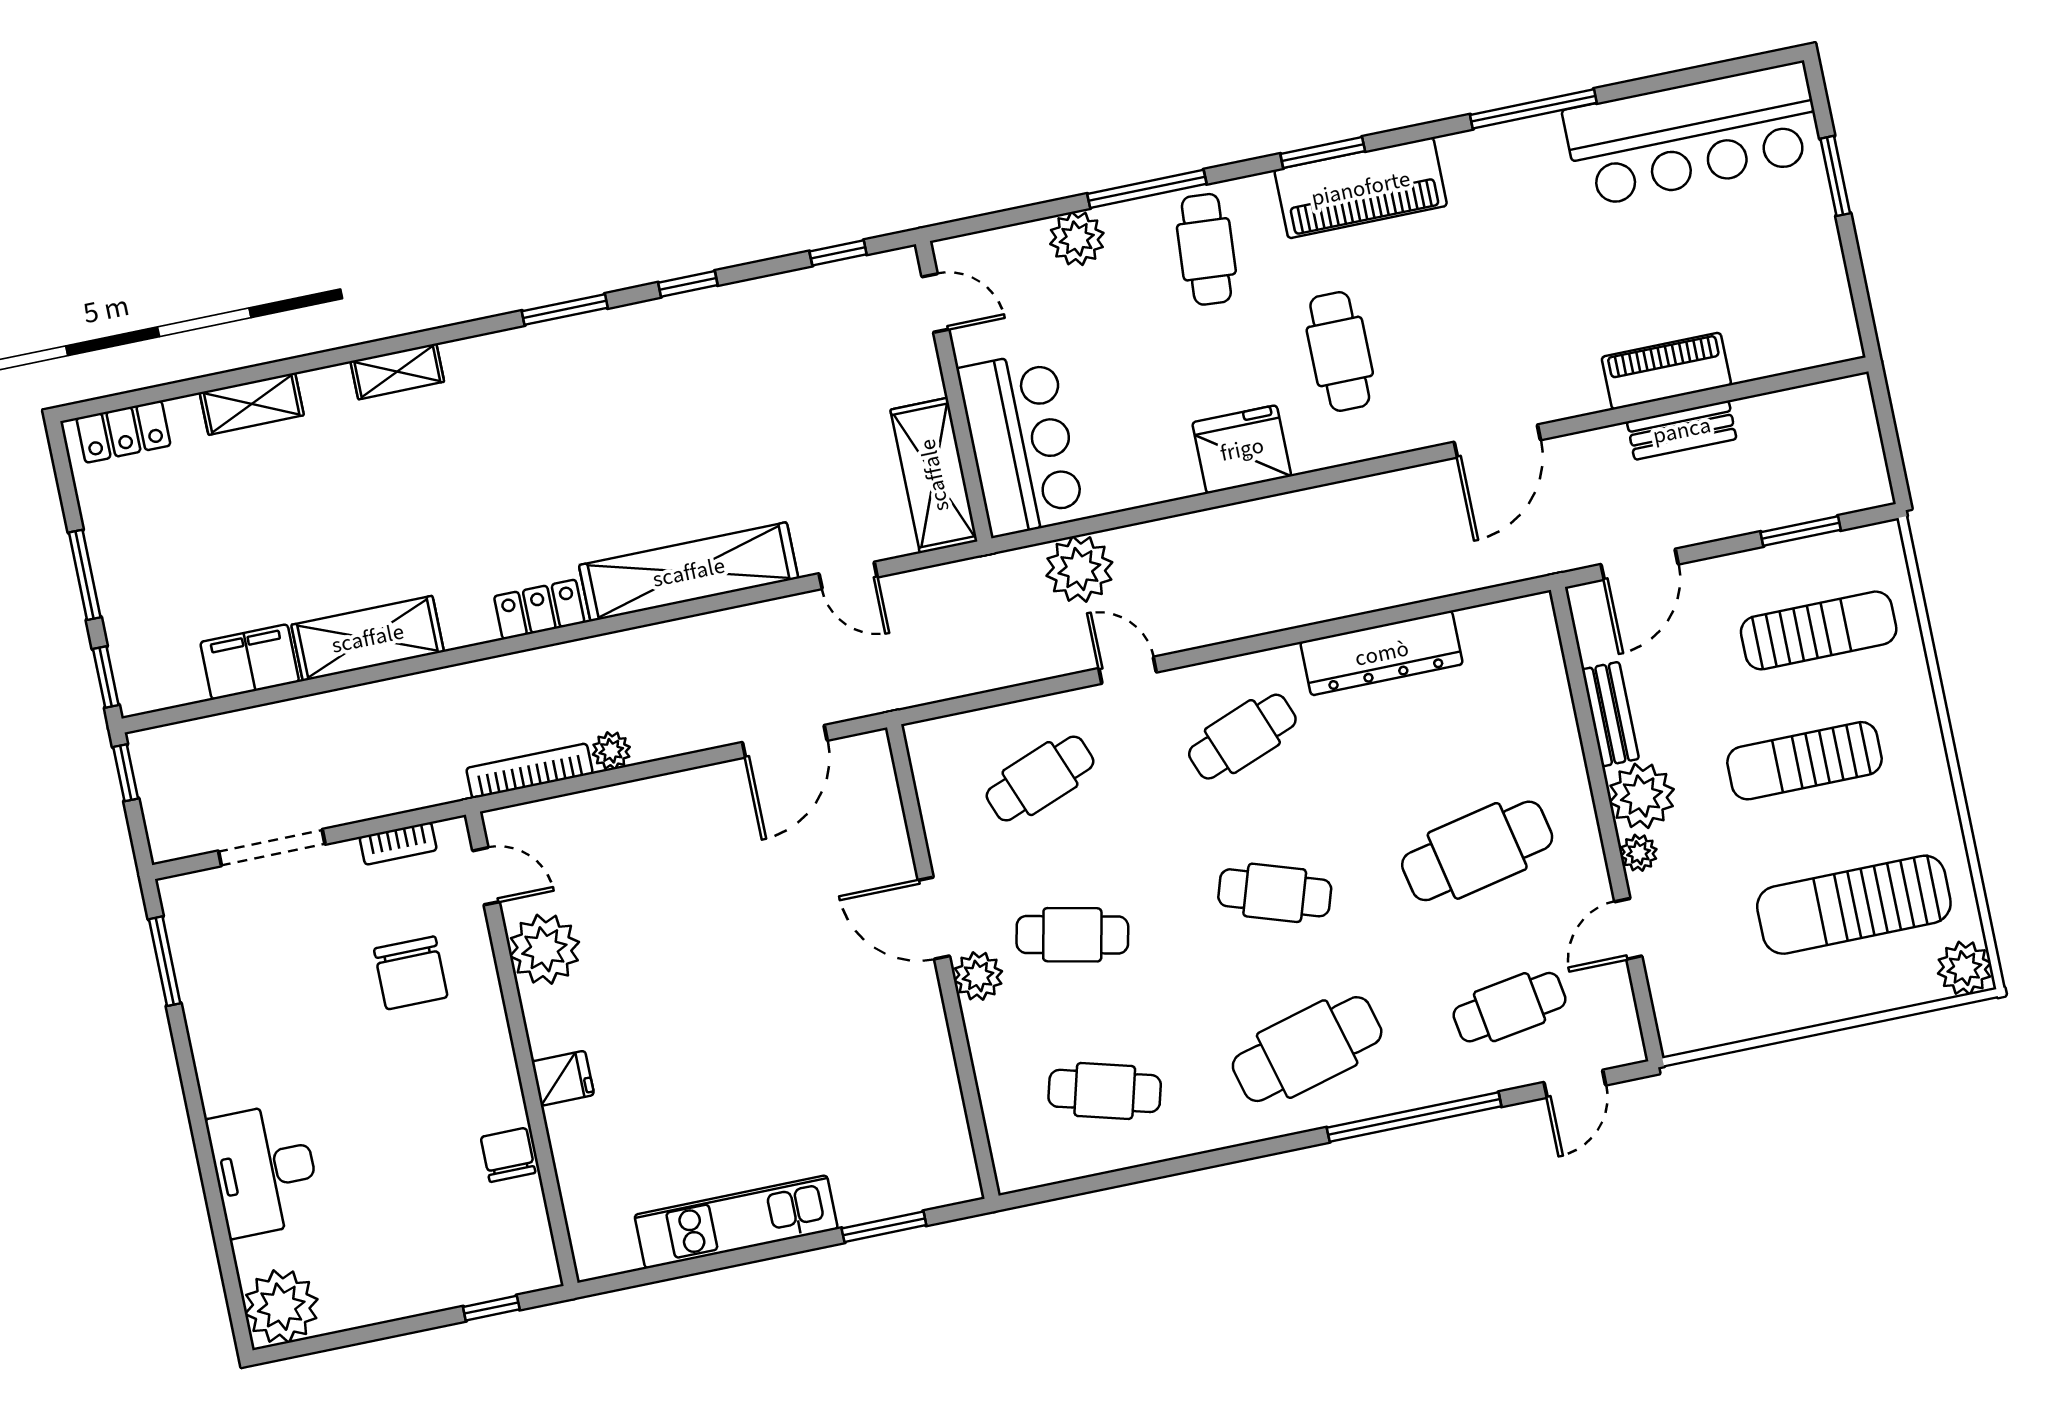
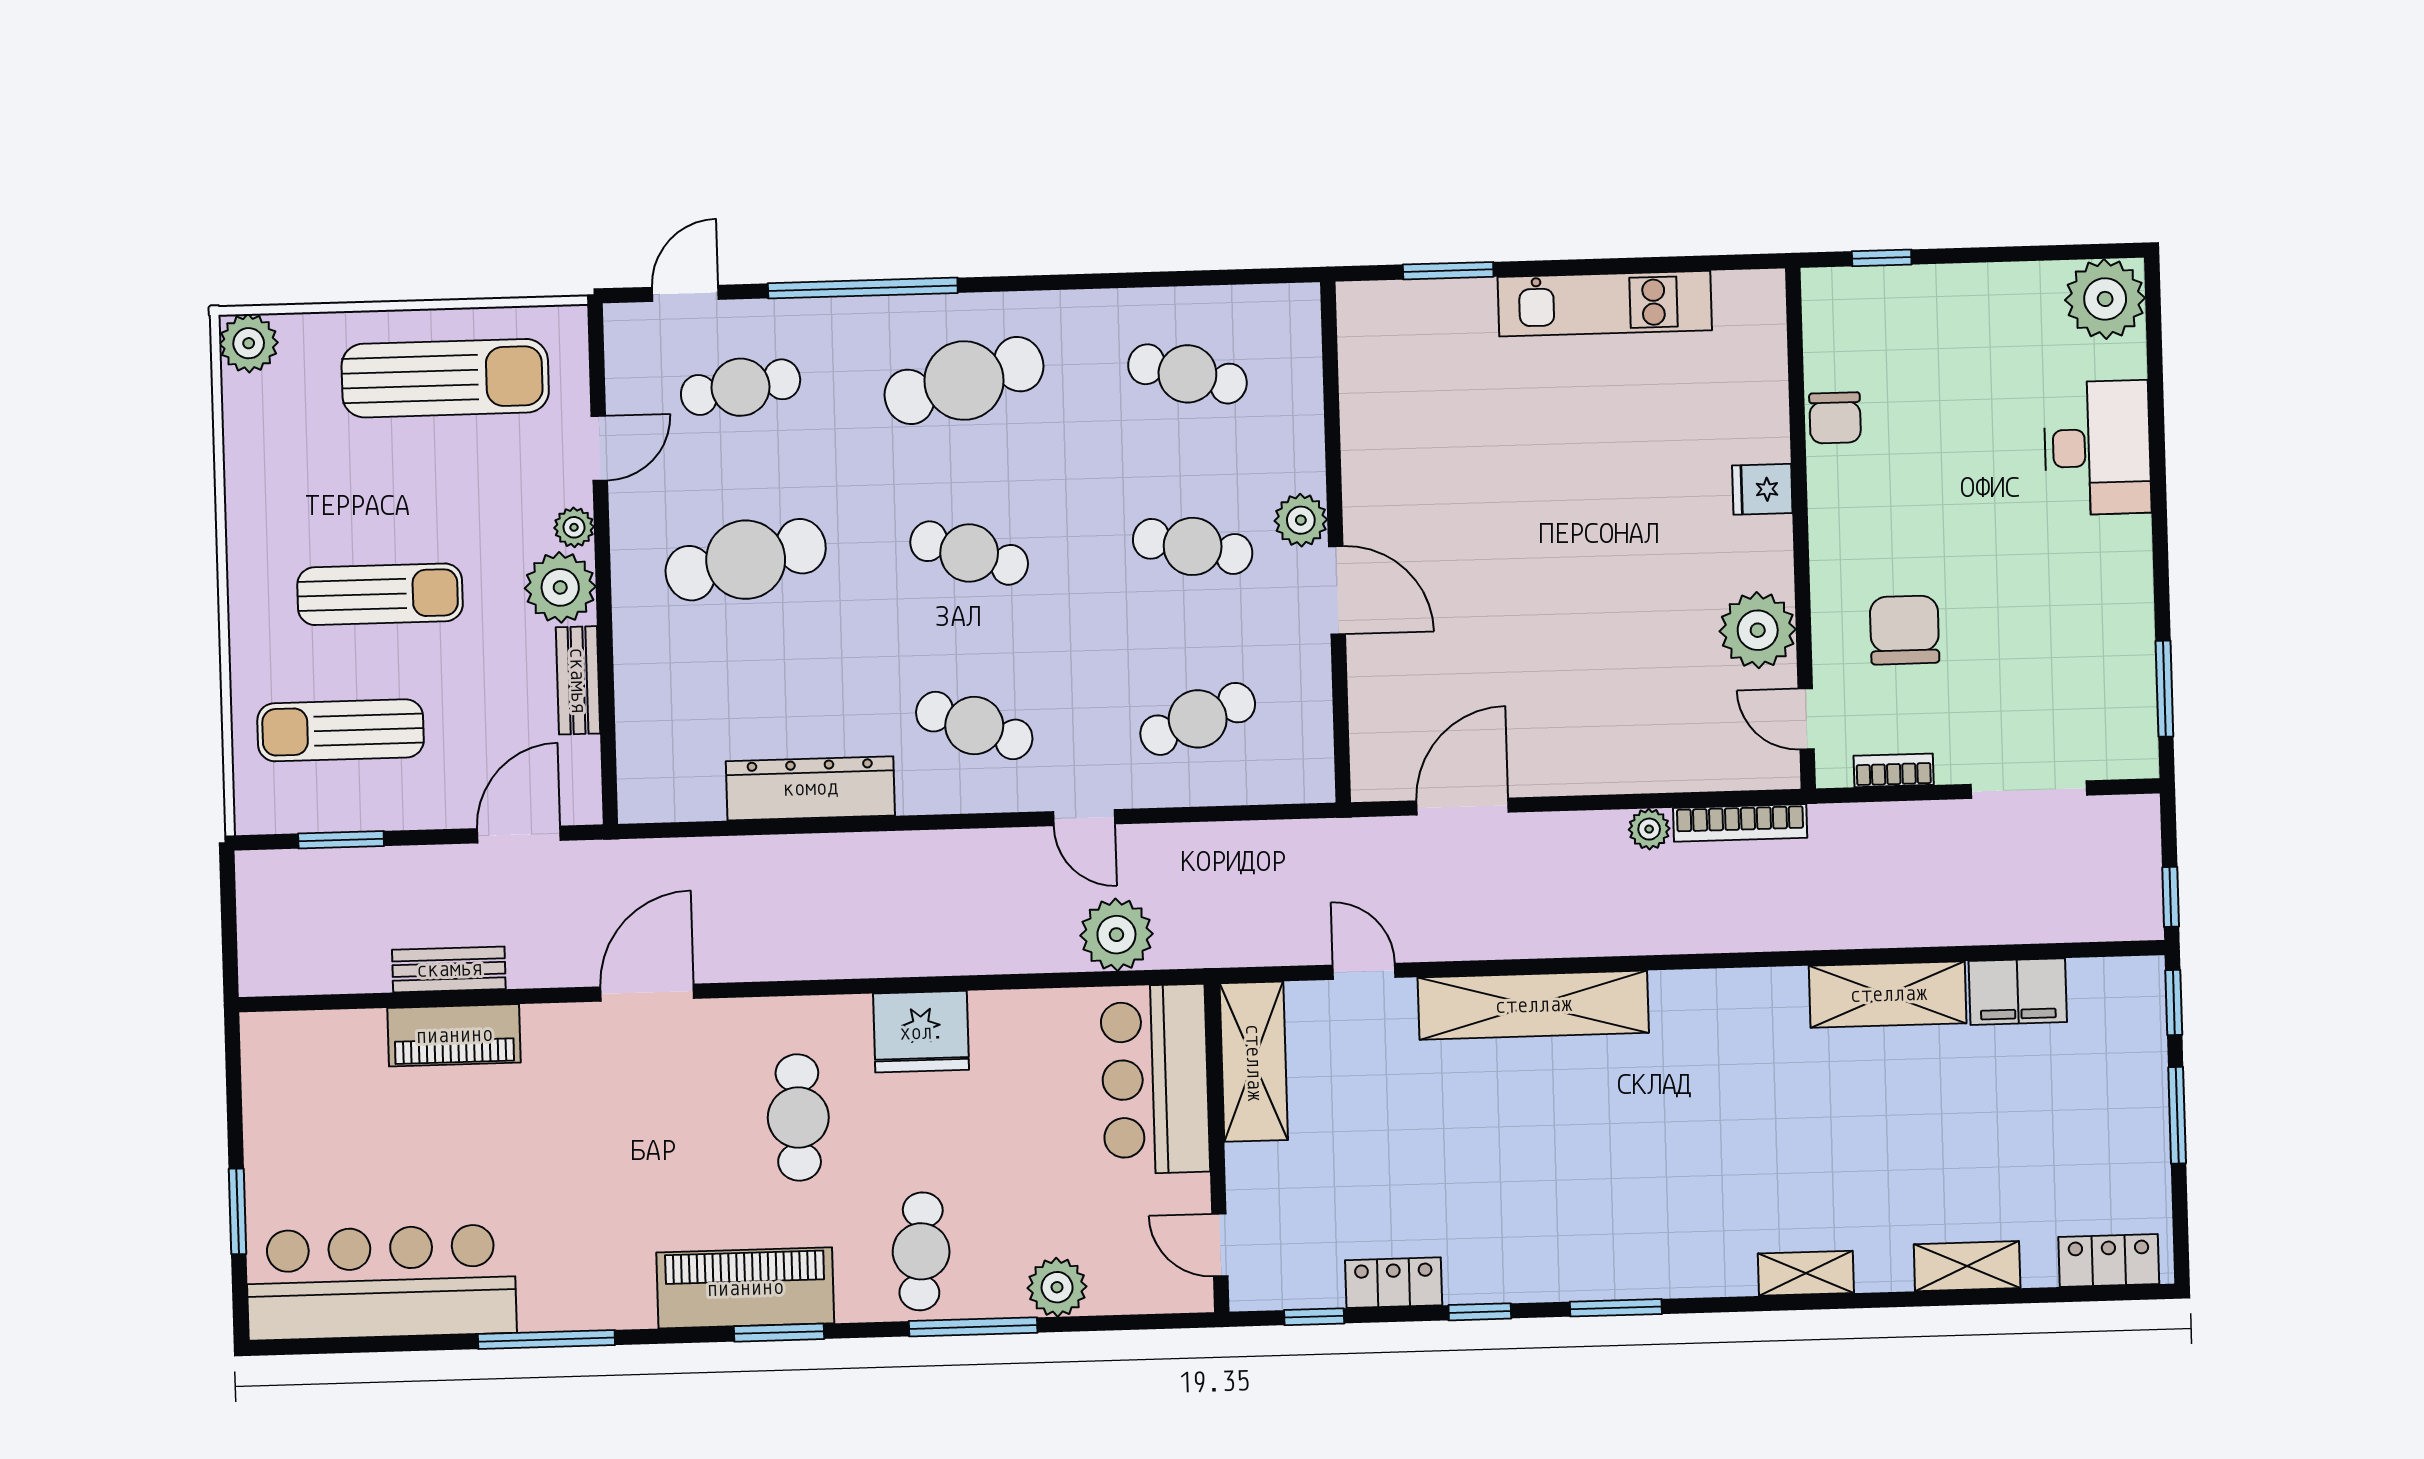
locker: (539, 609) -> (1394, 1283), moved, turned 180
cafe table: (1242, 737) -> (974, 726), turned 42
sun lounger: (1854, 905) -> (445, 378), moved

